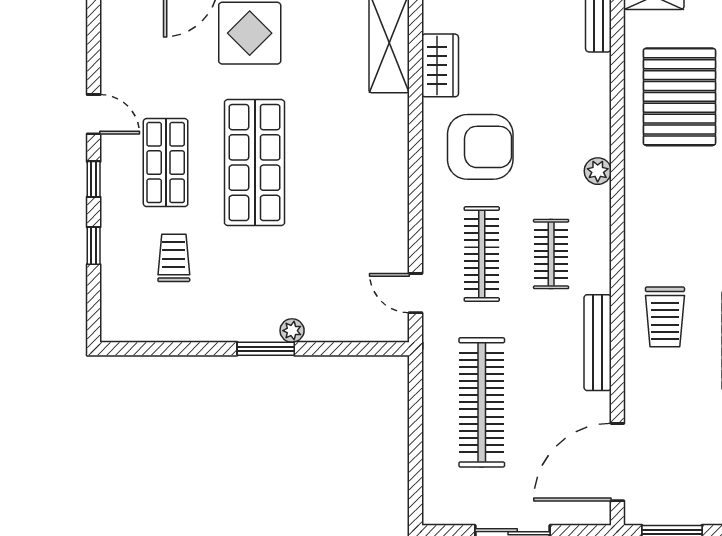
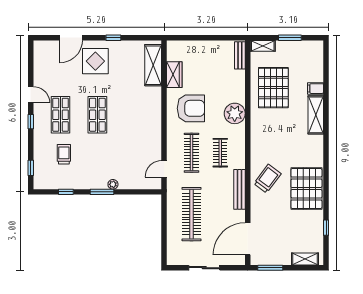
shop shelf: (255, 163) -> (97, 115), width x0.70, depth x0.74
plant: (598, 171) -> (235, 113), width x1.88, depth x1.88
window: (94, 246) -> (31, 168), moved
door: (415, 293) -> (164, 169), hinge flipped
trolley: (665, 317) -> (267, 179), turned -143
window: (179, 349) -> (66, 192), added

